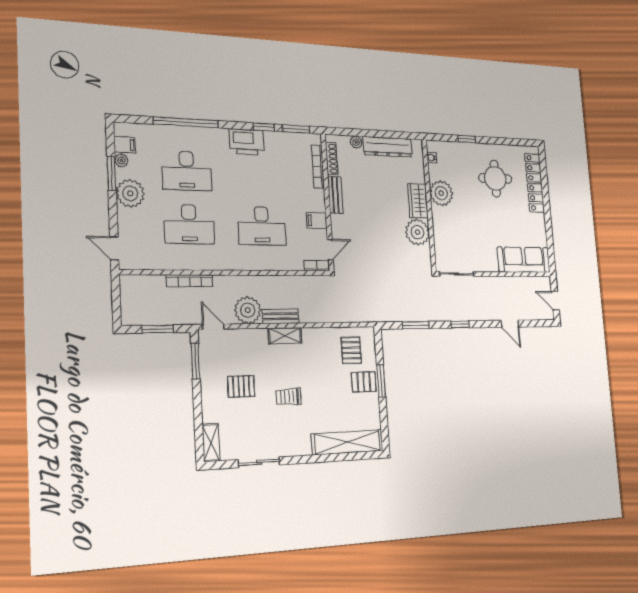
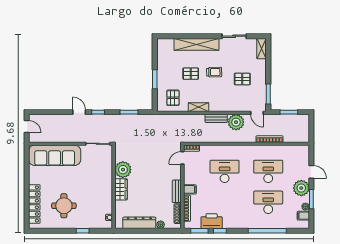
printer: (247, 142) -> (212, 221), moved
plant: (441, 193) -> (104, 195), removed
filing cabinet: (317, 220) -> (190, 189), moved
door: (114, 248) -> (311, 172), moved
sofa: (524, 260) -> (55, 155), width x1.36, depth x1.27
door: (510, 324) -> (79, 112), moved
shelving: (285, 336) -> (199, 107), moved
pallet: (364, 382) -> (191, 74), moved
shelving: (347, 442) -> (196, 44), moved

